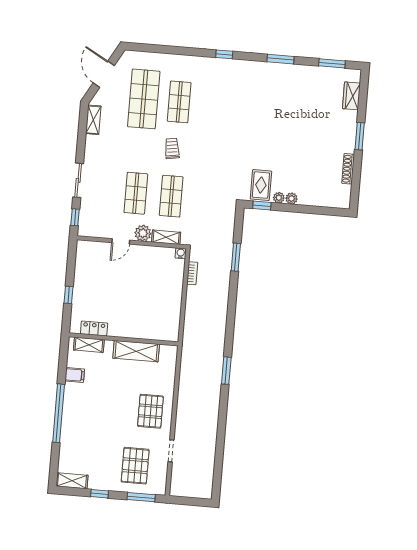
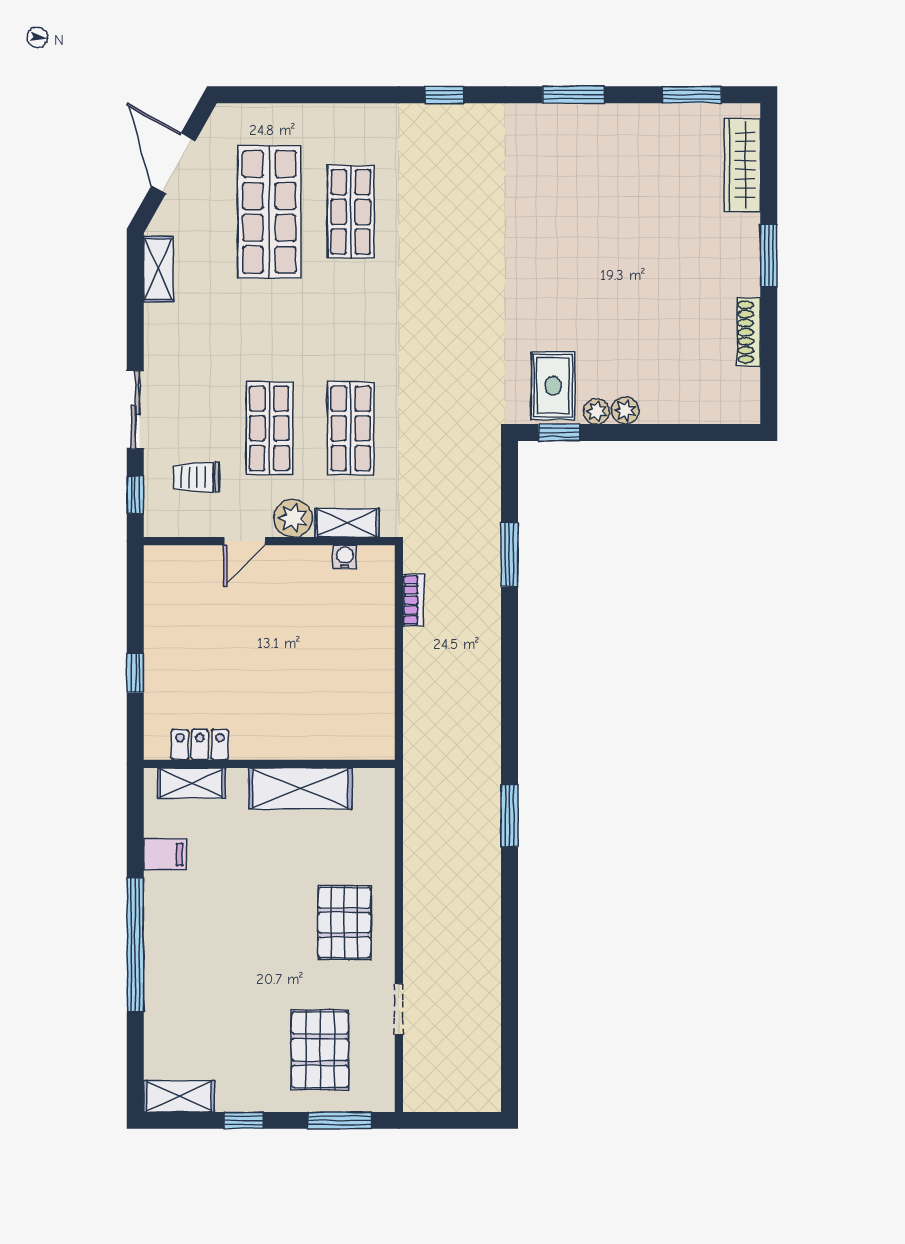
wardrobe: (351, 96) -> (742, 165), width x1.50
trolley: (172, 148) -> (196, 477), moved, turned -81
water cooler: (181, 253) -> (345, 557), moved

